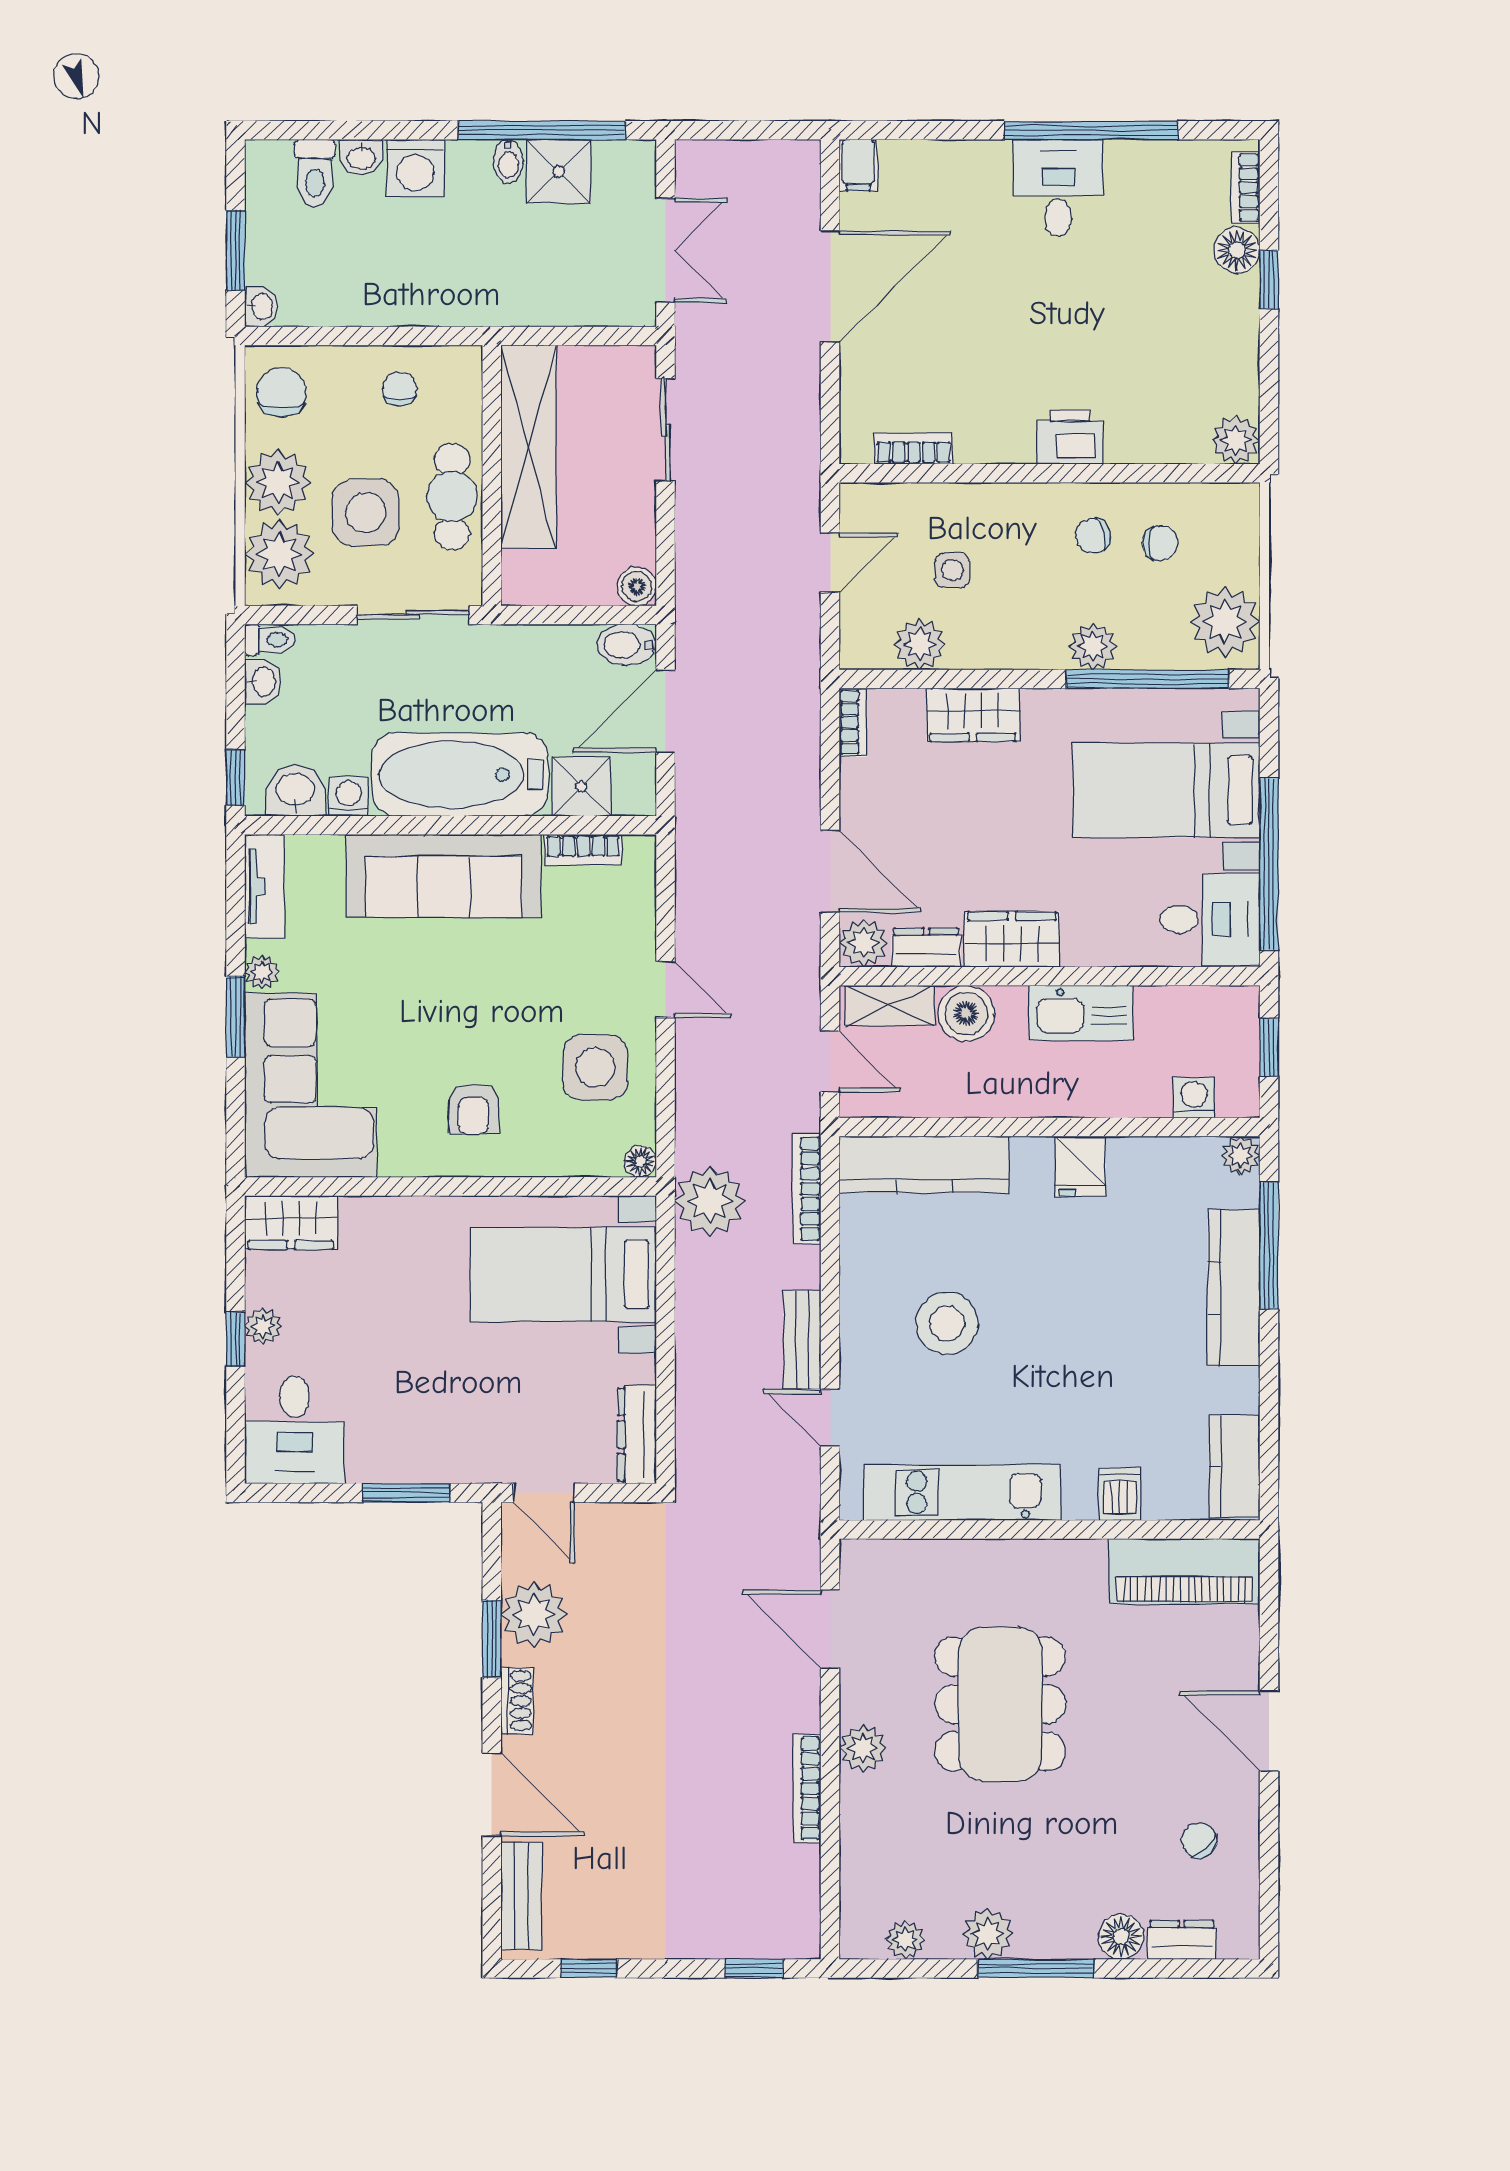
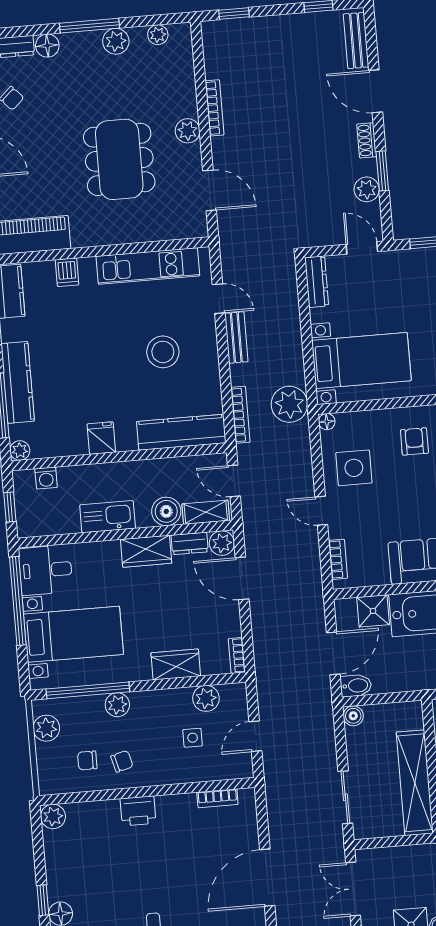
plant: (1225, 622) -> (46, 728), width x0.73, depth x0.73
bookcase: (583, 850) -> (338, 559), moved, turned 90
plant: (534, 1614) -> (367, 189), width x0.73, depth x0.73

